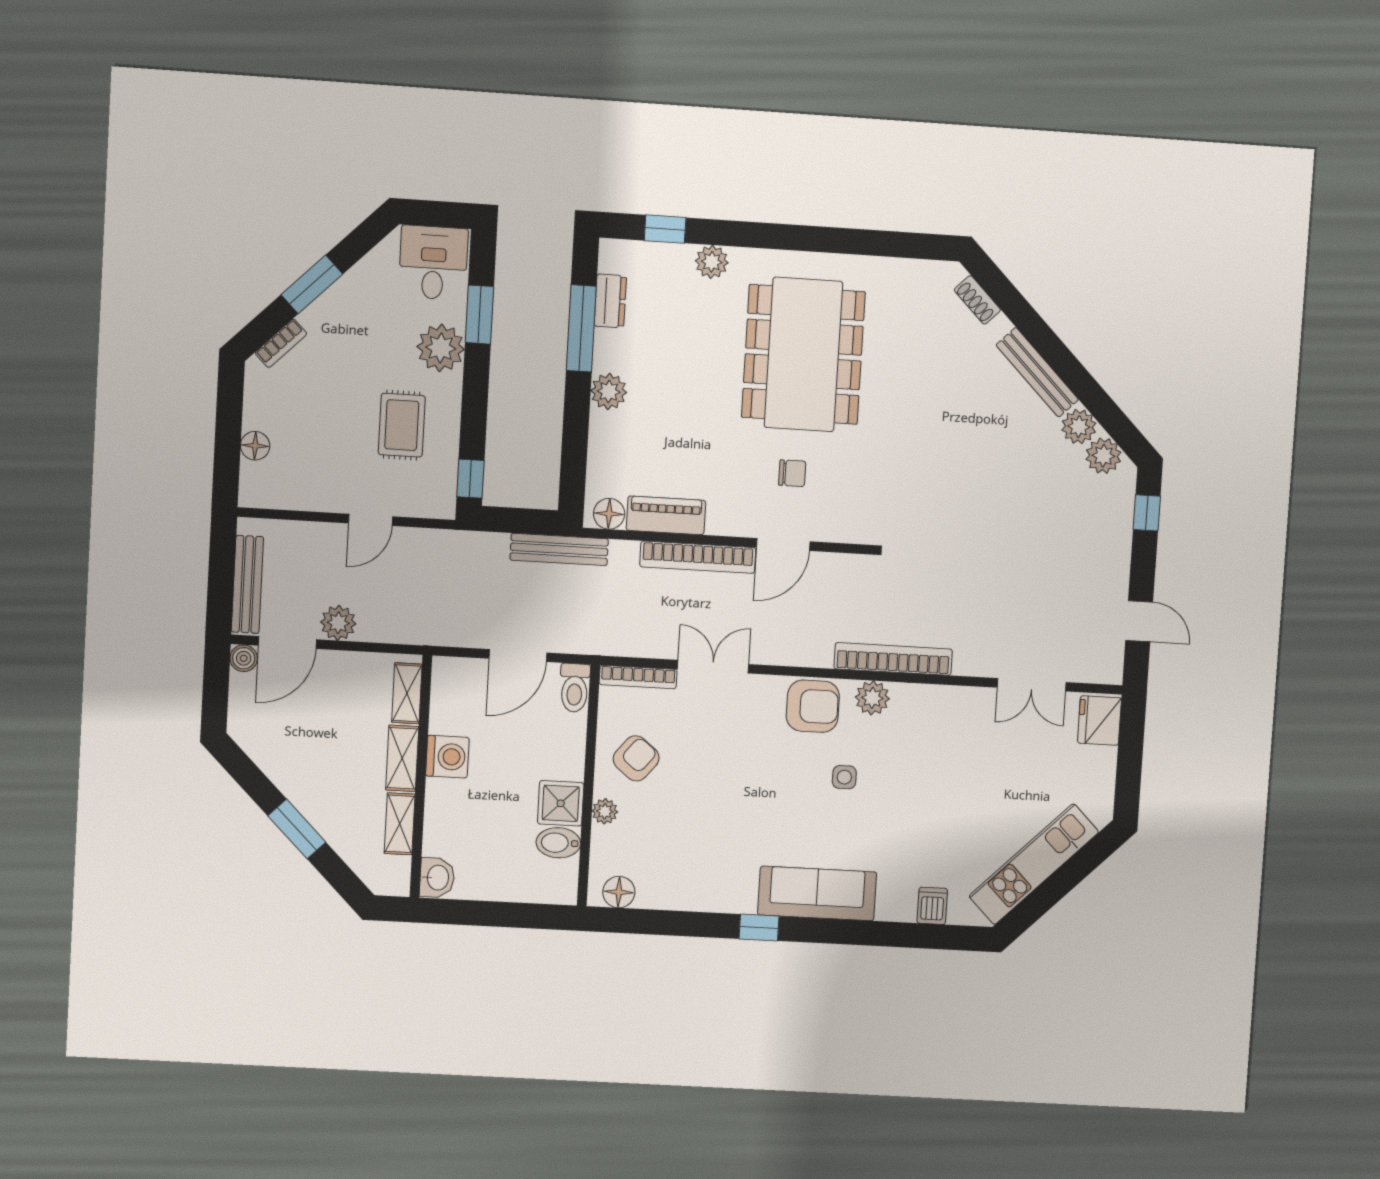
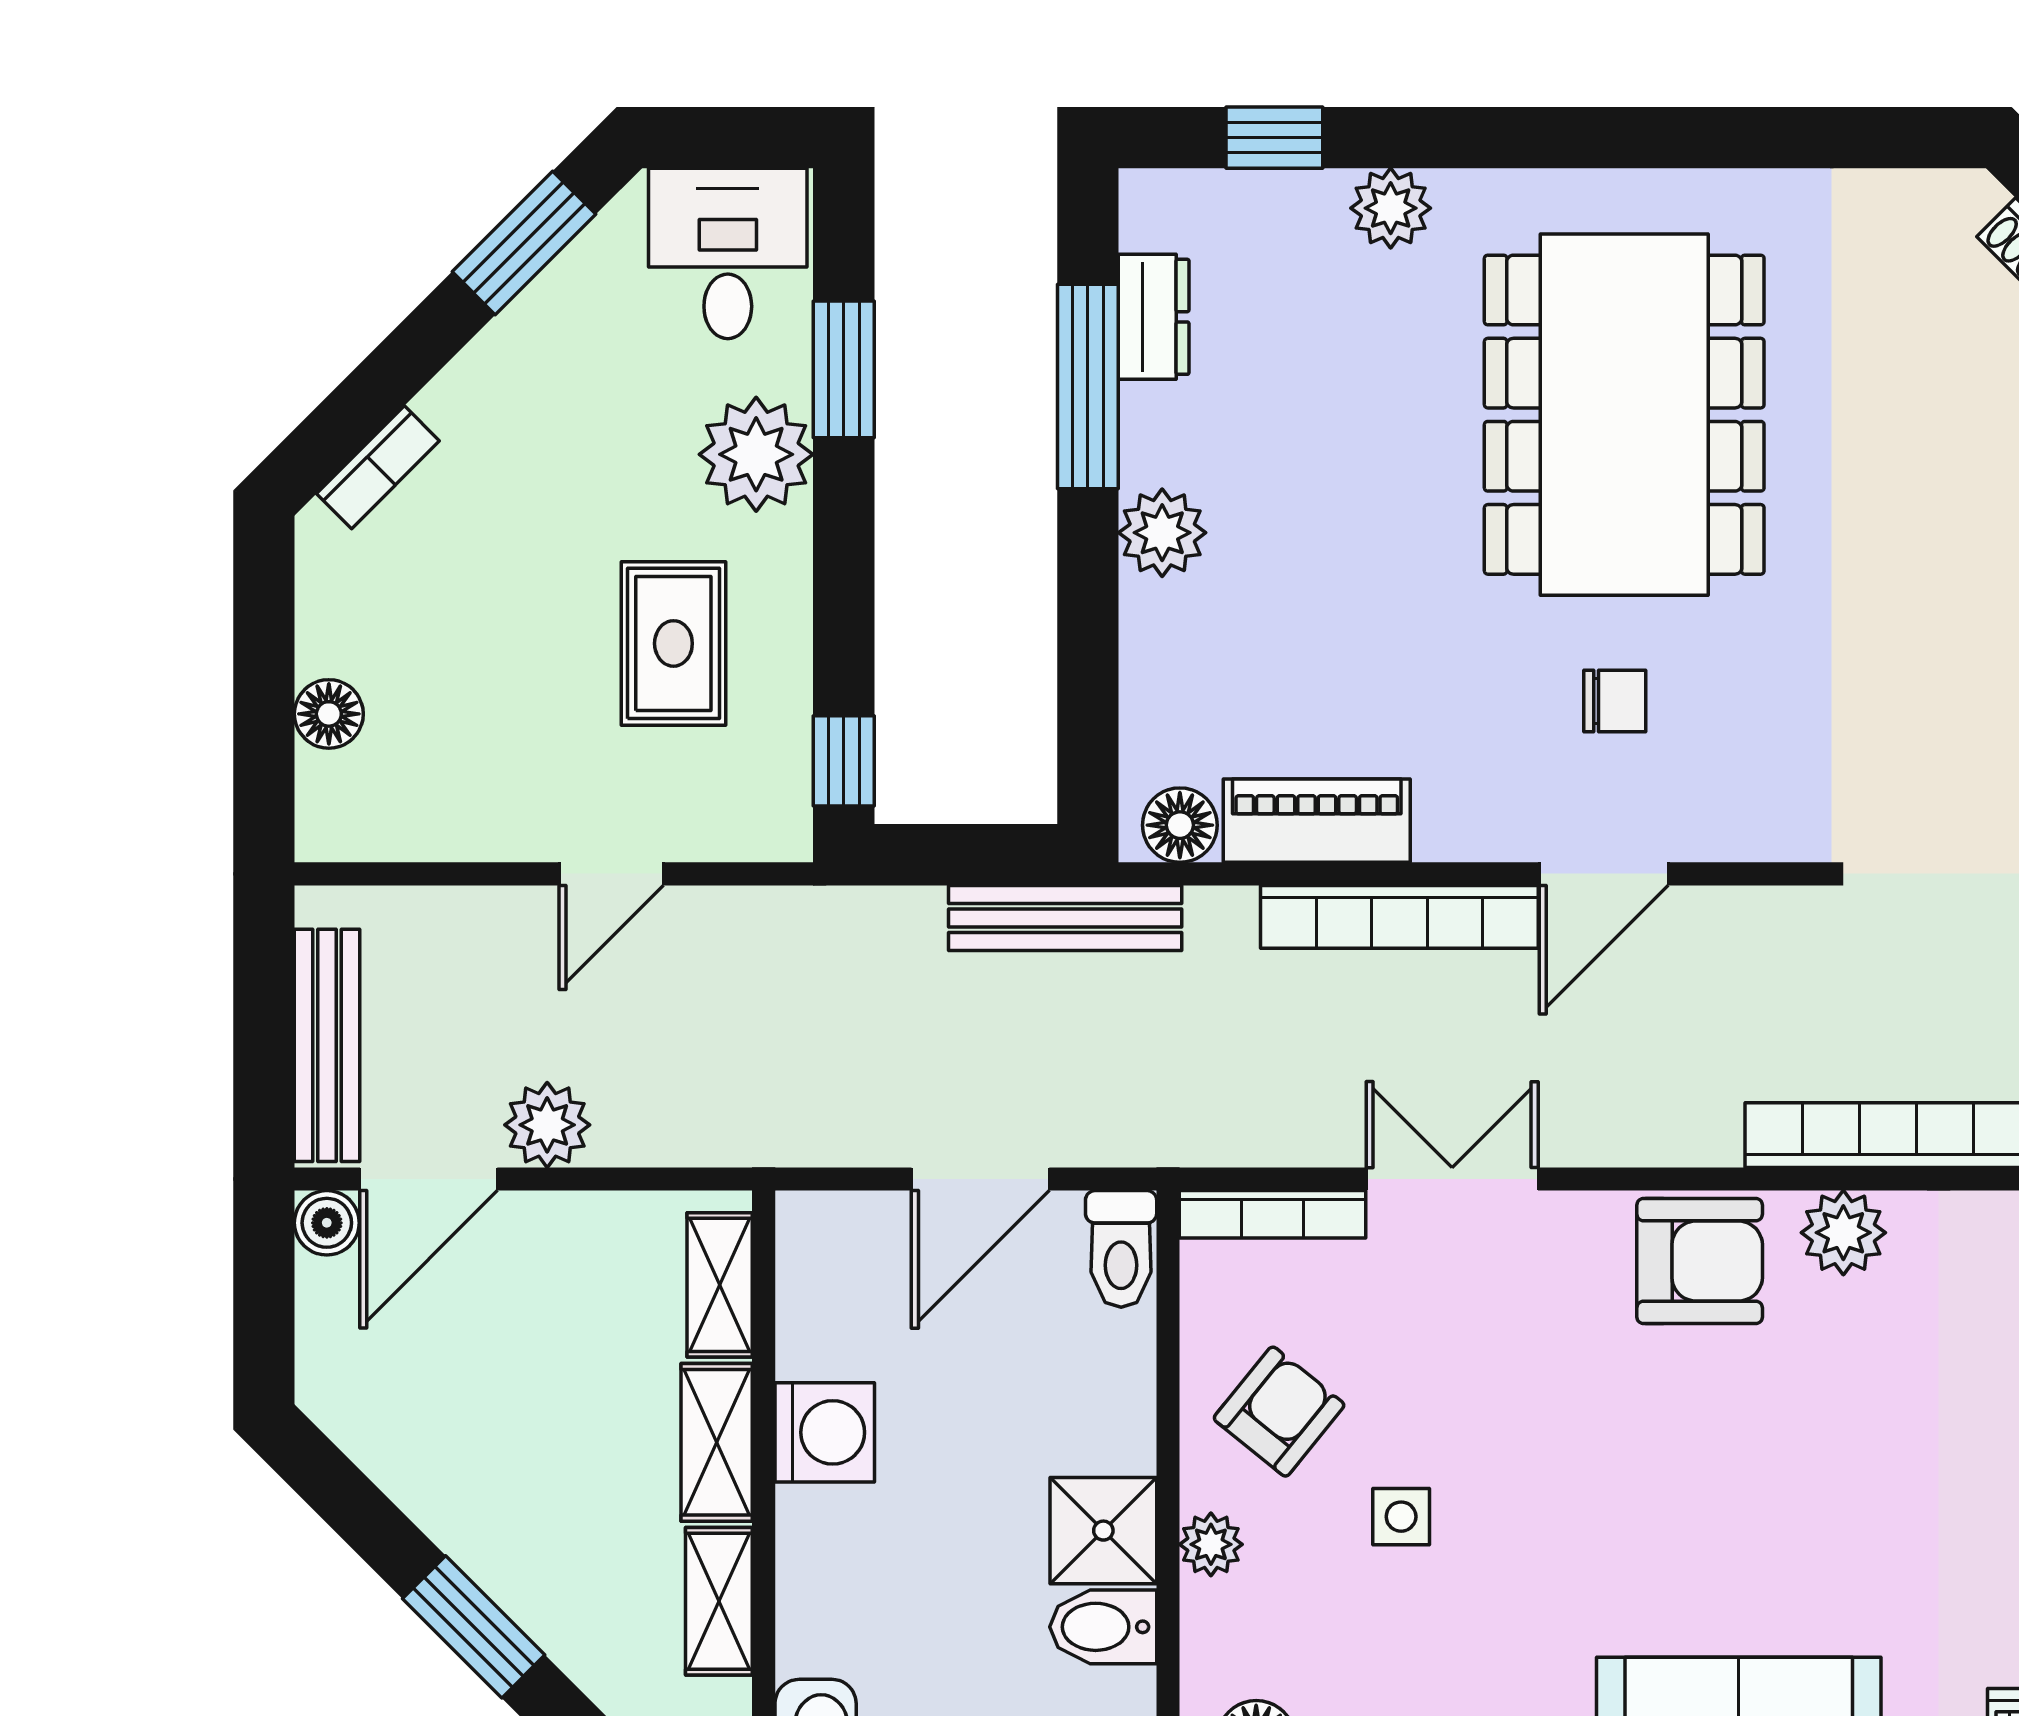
window: (312, 284) -> (524, 243), moved
side table: (844, 777) -> (1401, 1517), moved

